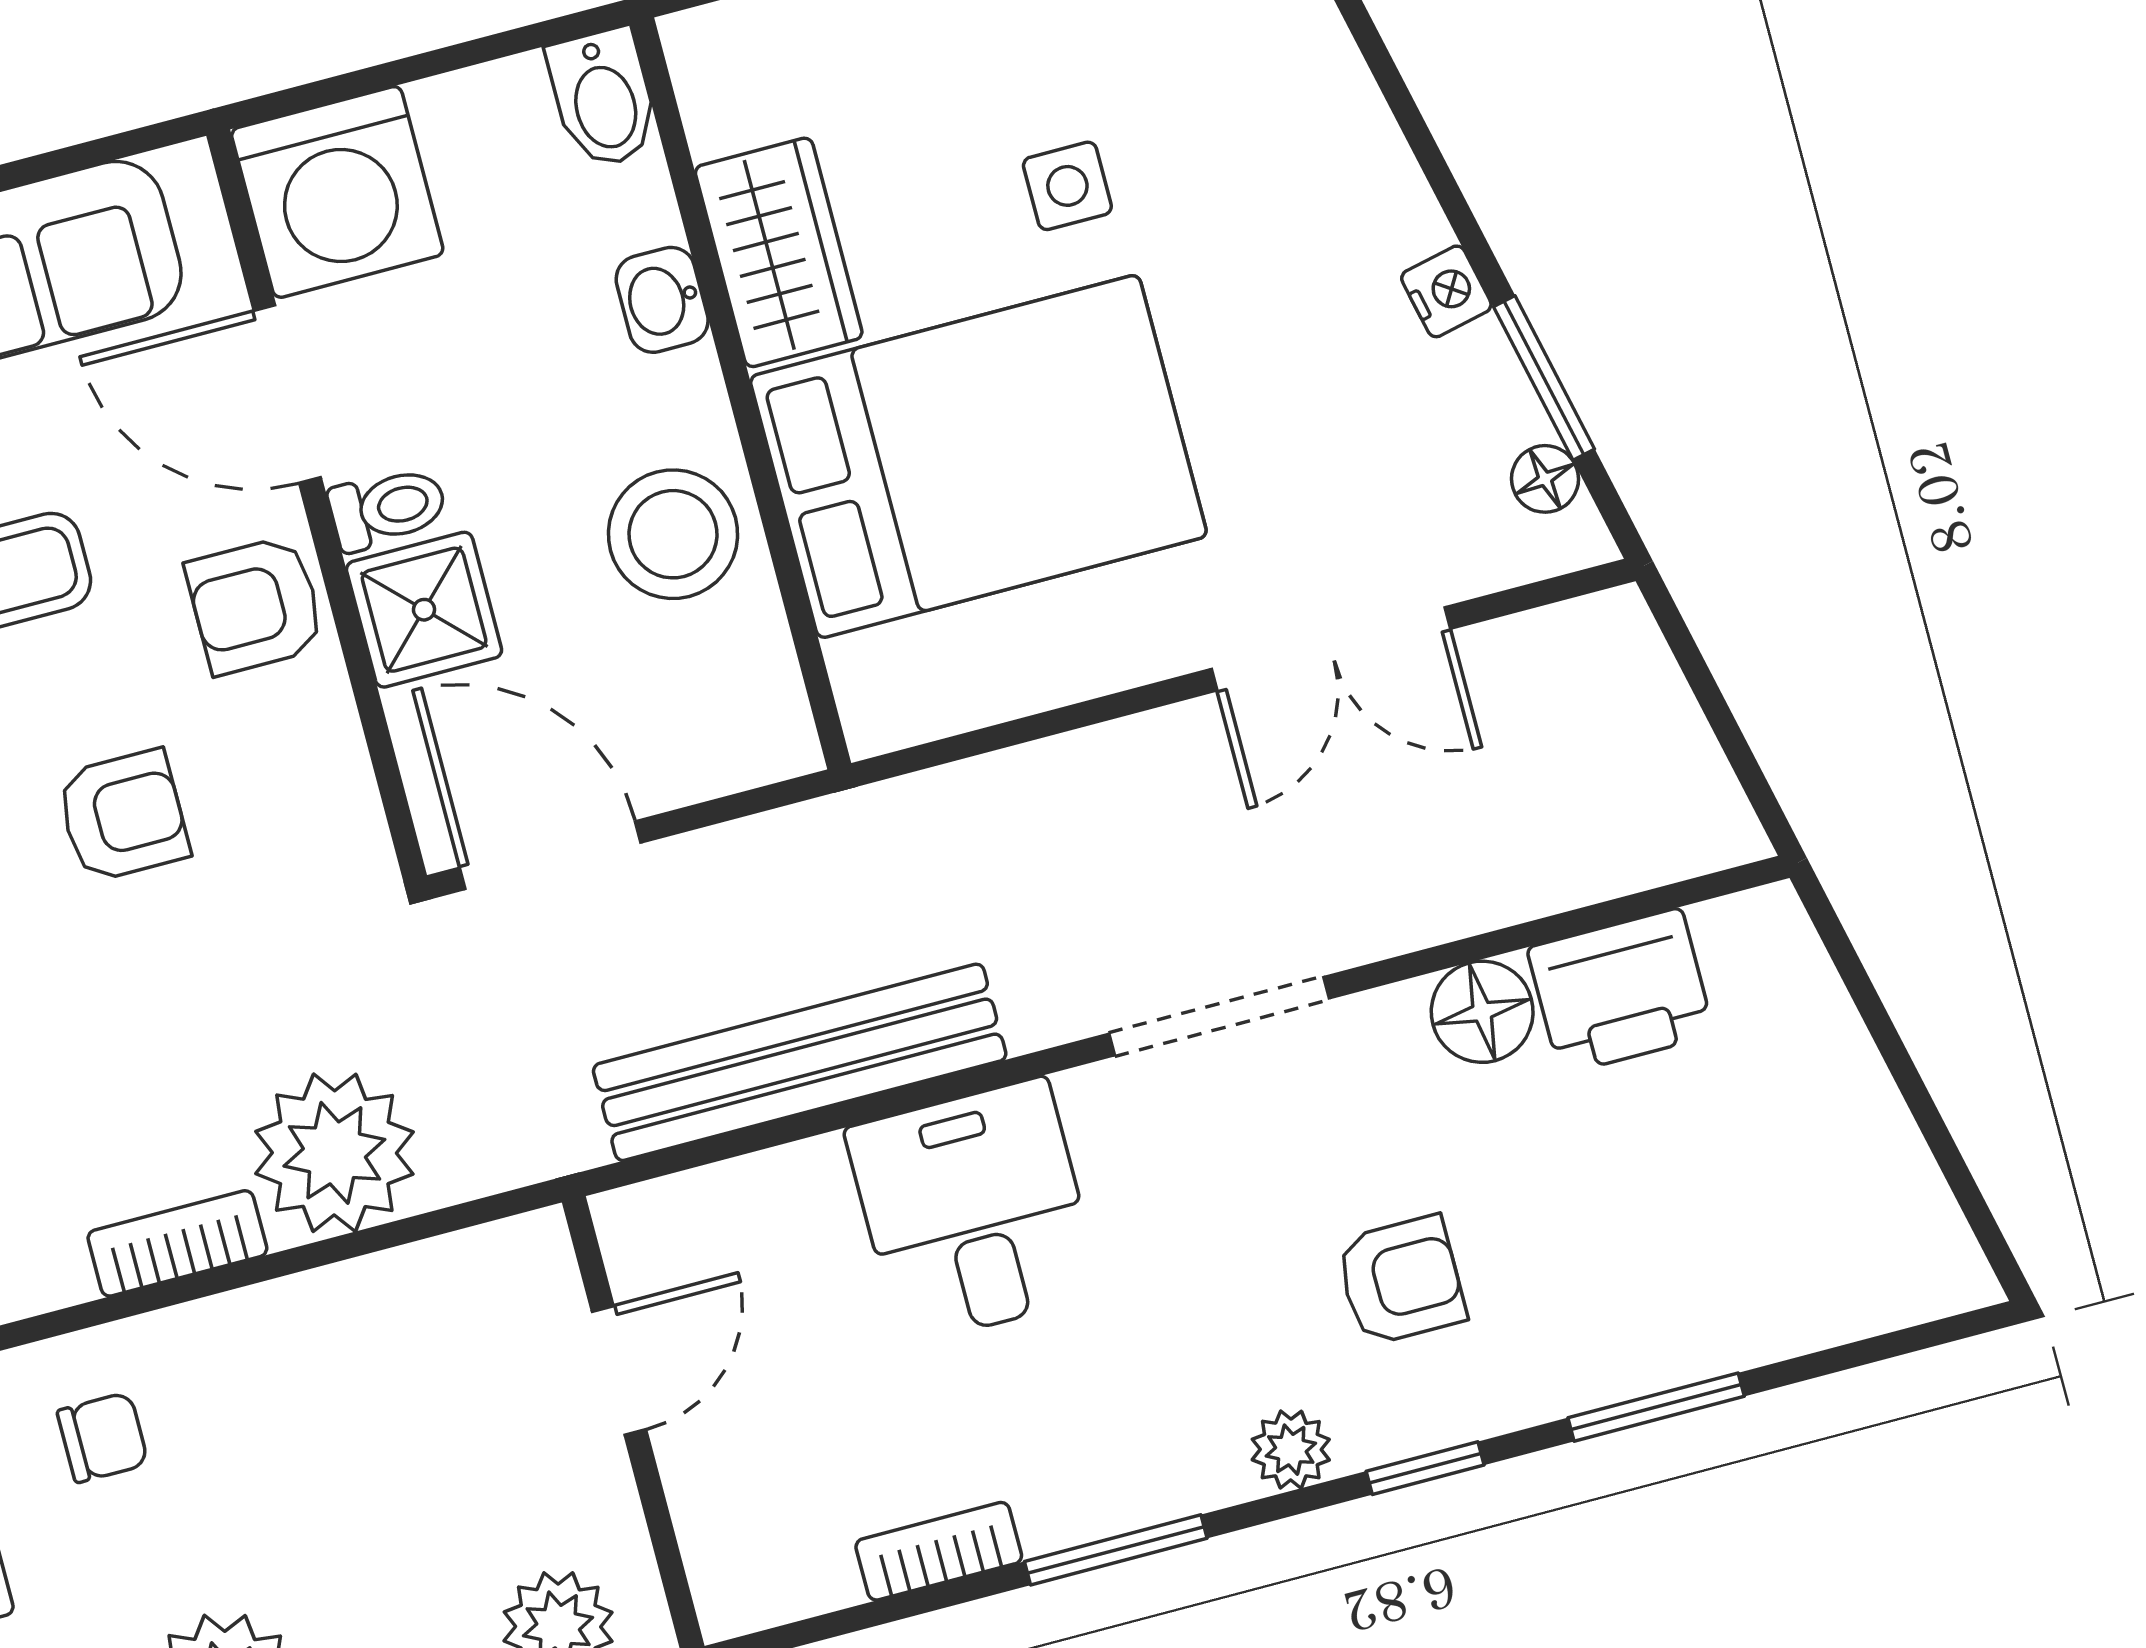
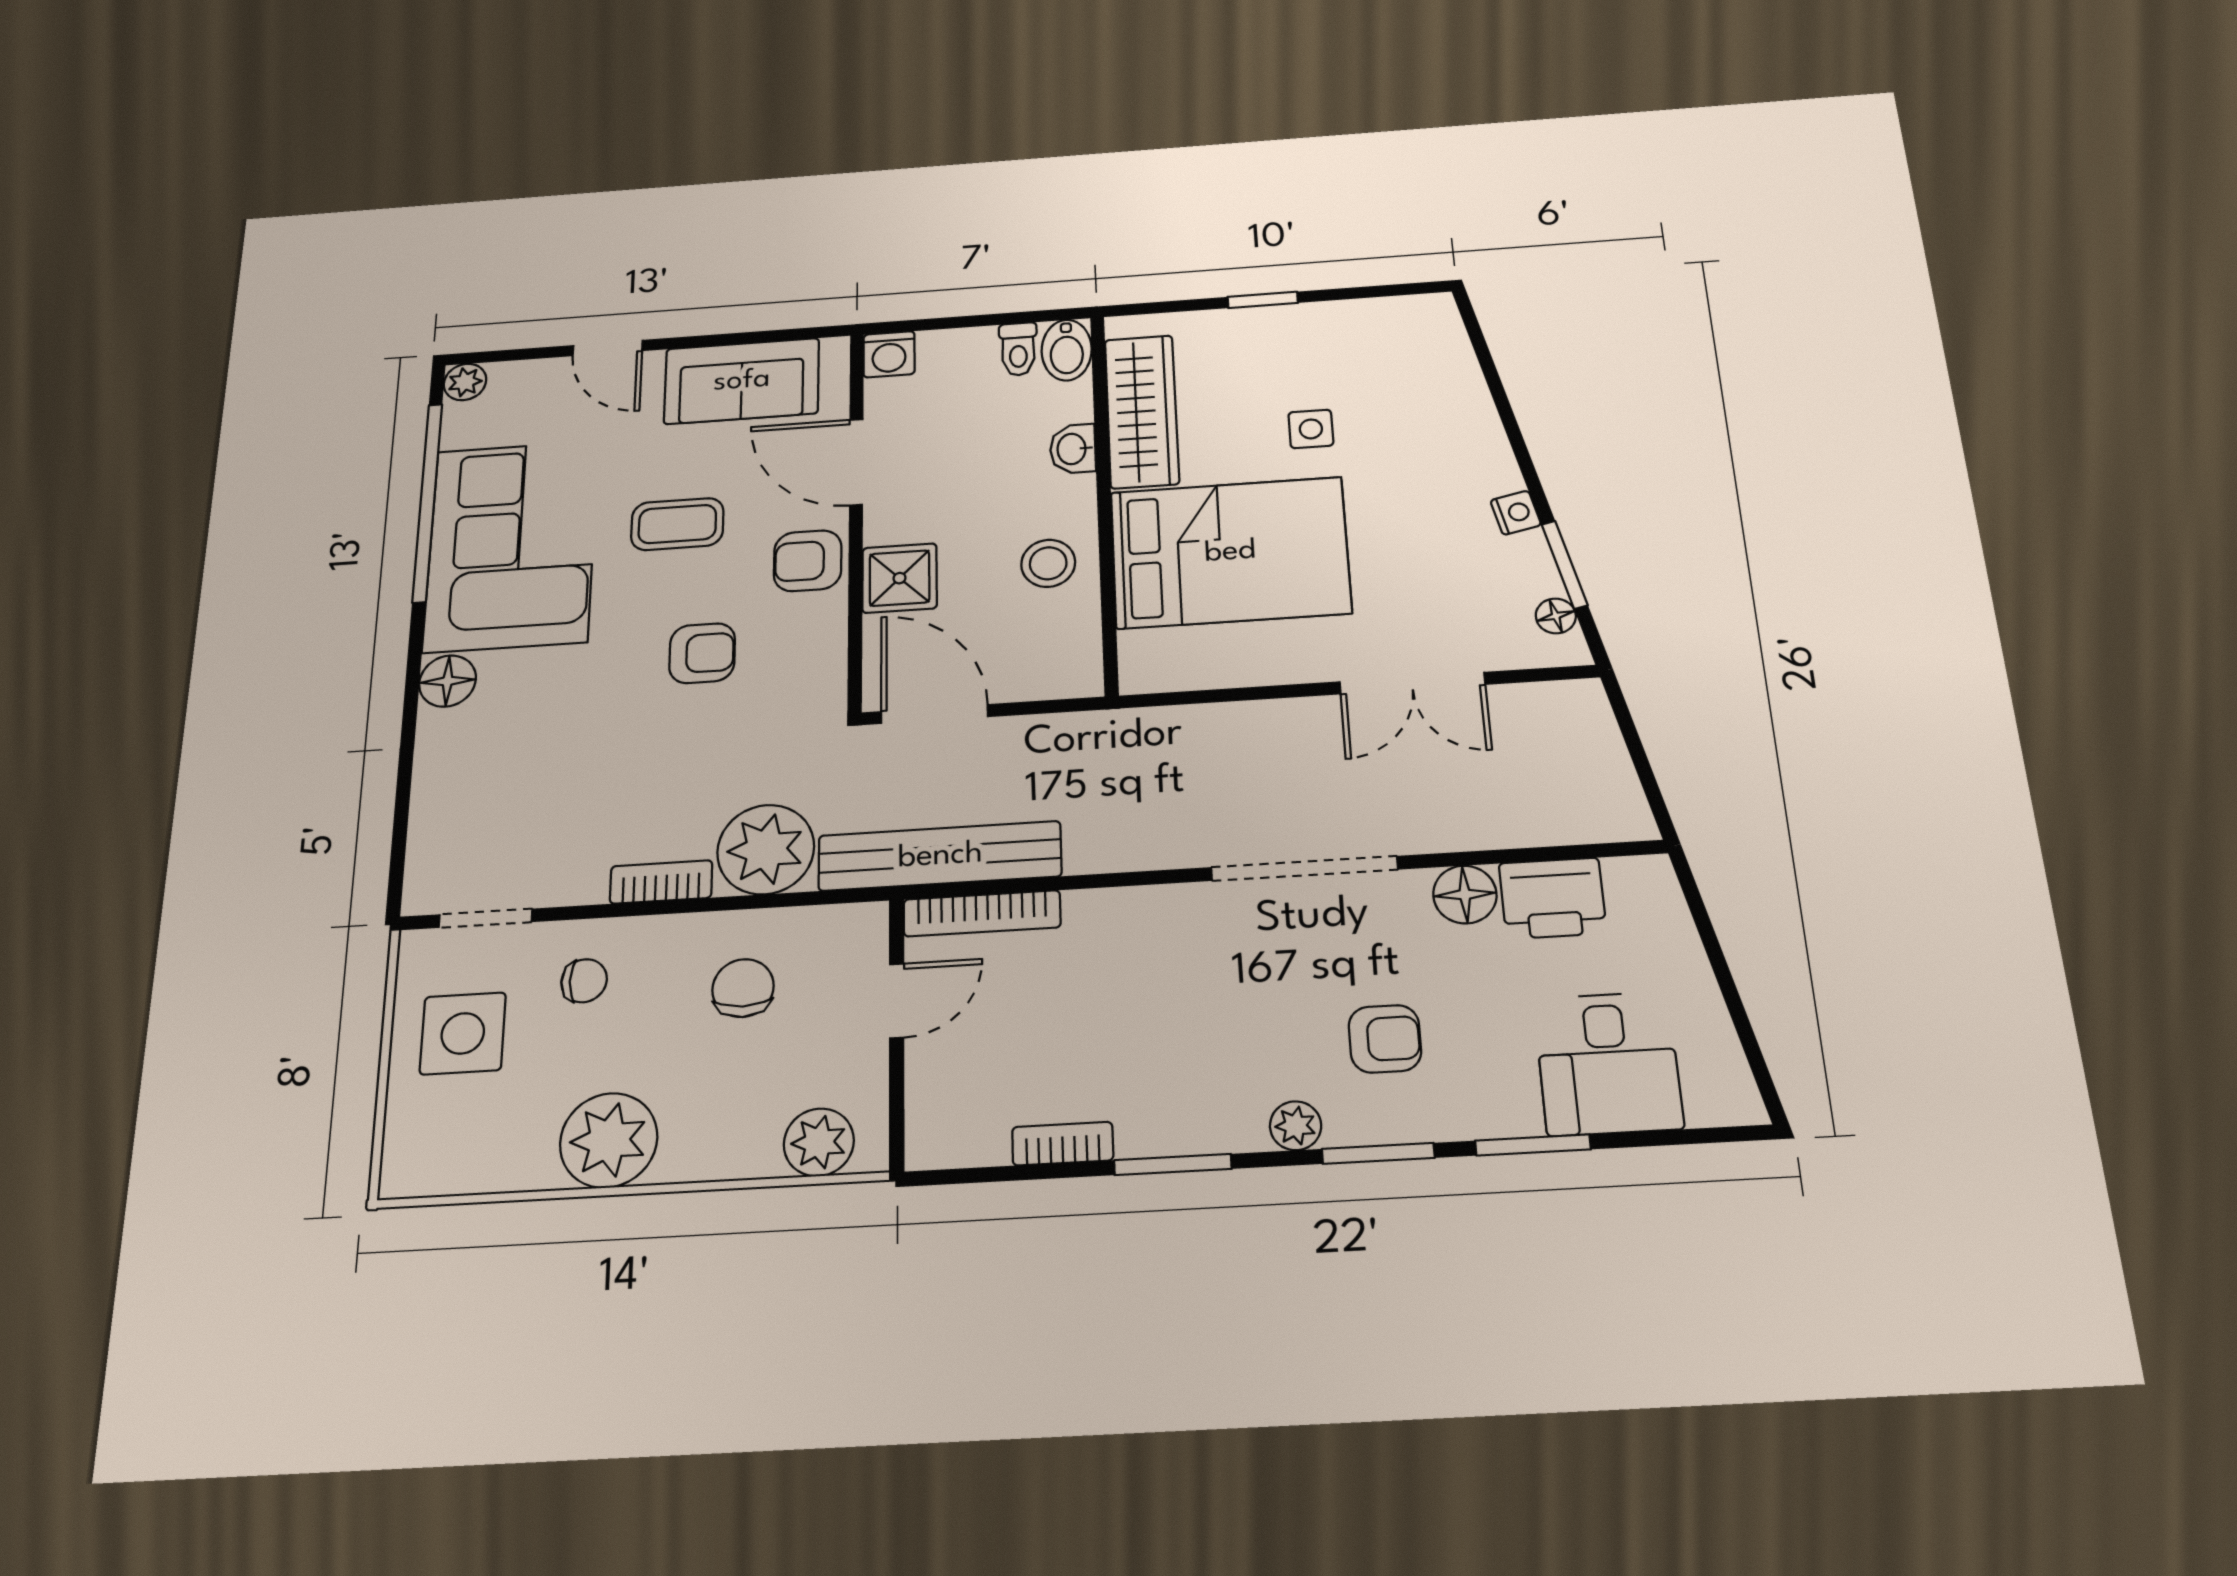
washing machine: (337, 192) -> (889, 354), width x0.53, depth x0.53
wardrobe: (779, 252) -> (1142, 411), width x1.50
toilet: (388, 508) -> (1018, 349), moved, turned 90
stool: (673, 534) -> (1048, 563), width x0.73, depth x0.73
doorway: (1219, 1016) -> (1304, 868), width x1.36
bench: (800, 1062) -> (940, 856), moved
bookcase: (718, 1195) -> (982, 913), added
desk: (974, 1212) -> (1608, 1063), moved, turned 180
chair: (366, 1398) -> (743, 988), added
window: (1425, 1468) -> (1378, 1153), width x1.50

